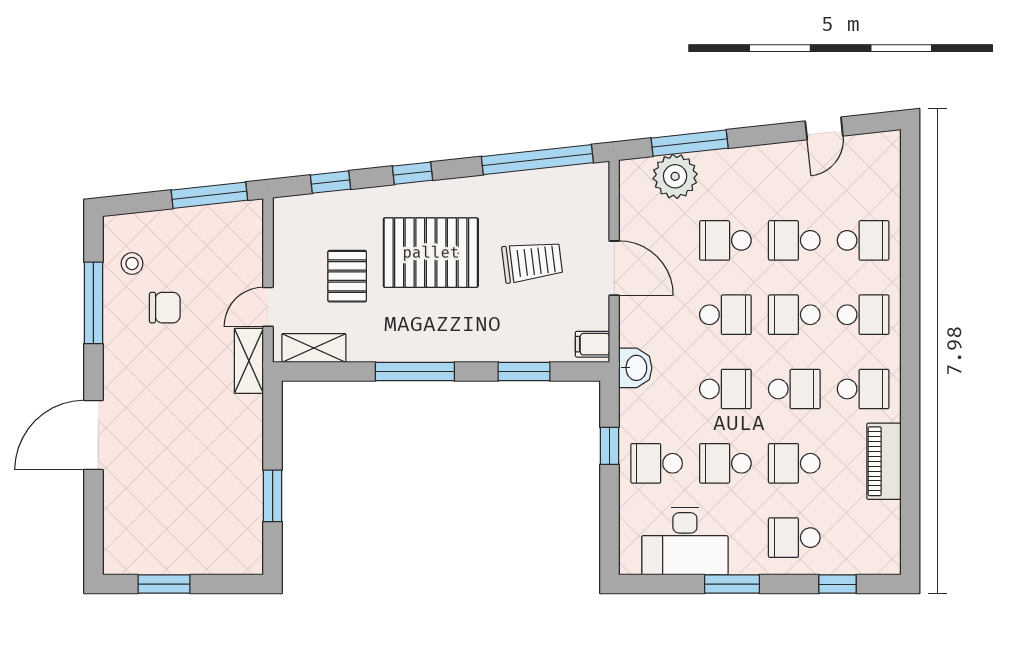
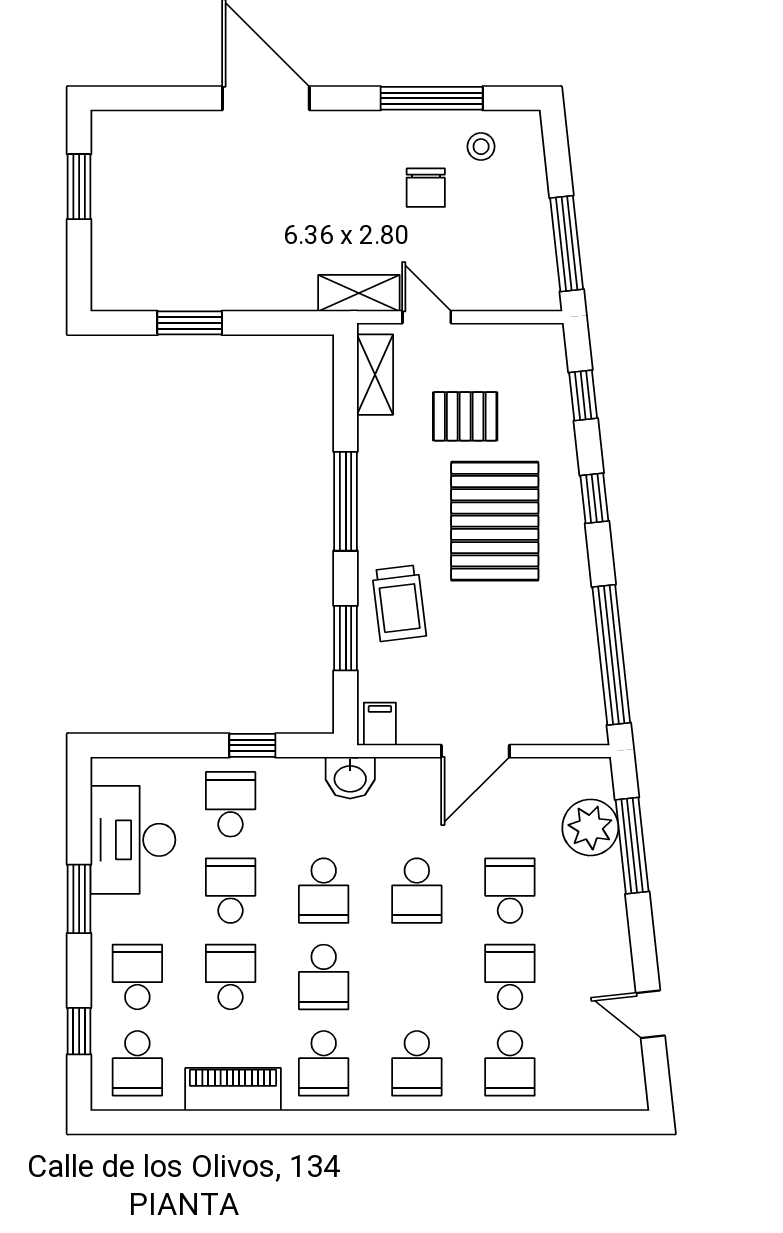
trolley: (532, 262) -> (399, 603), moved
school desk: (794, 315) -> (137, 1063), moved, turned 180

